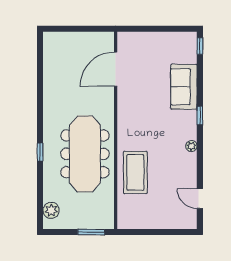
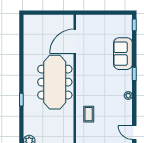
meeting table: (85, 154) -> (55, 82), moved
coffee table: (135, 172) -> (89, 114), width x0.54, depth x0.58

